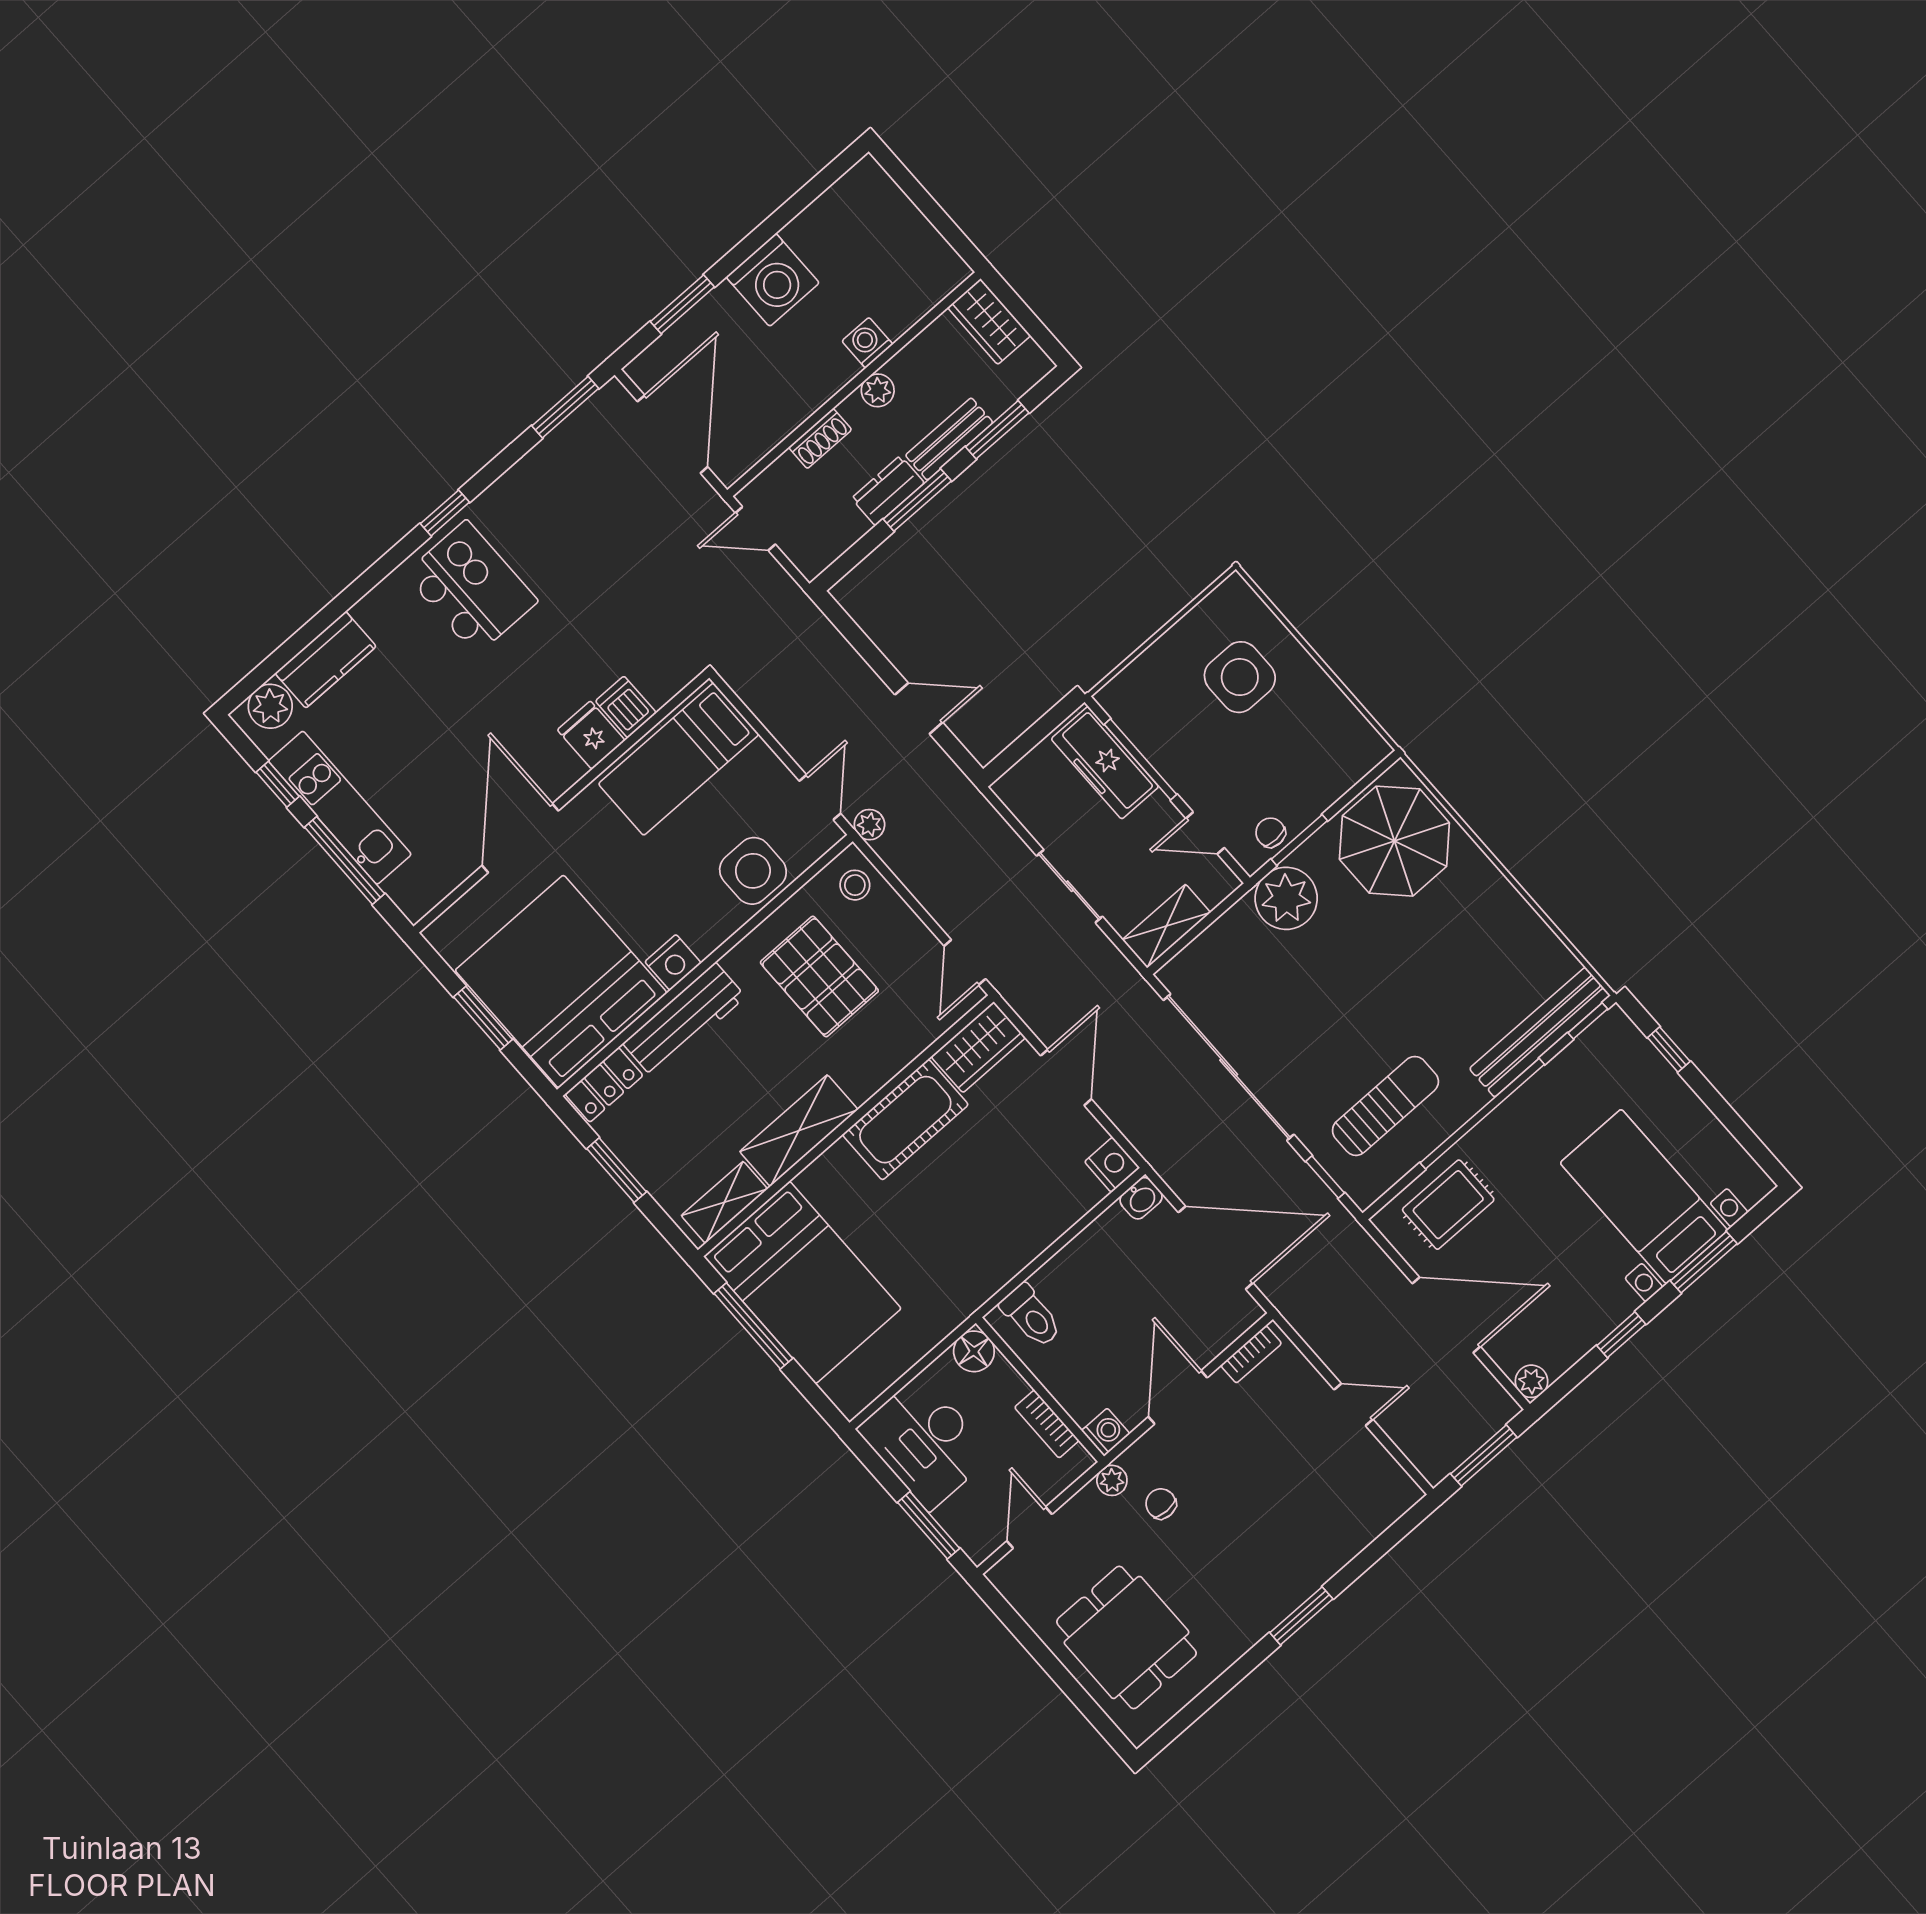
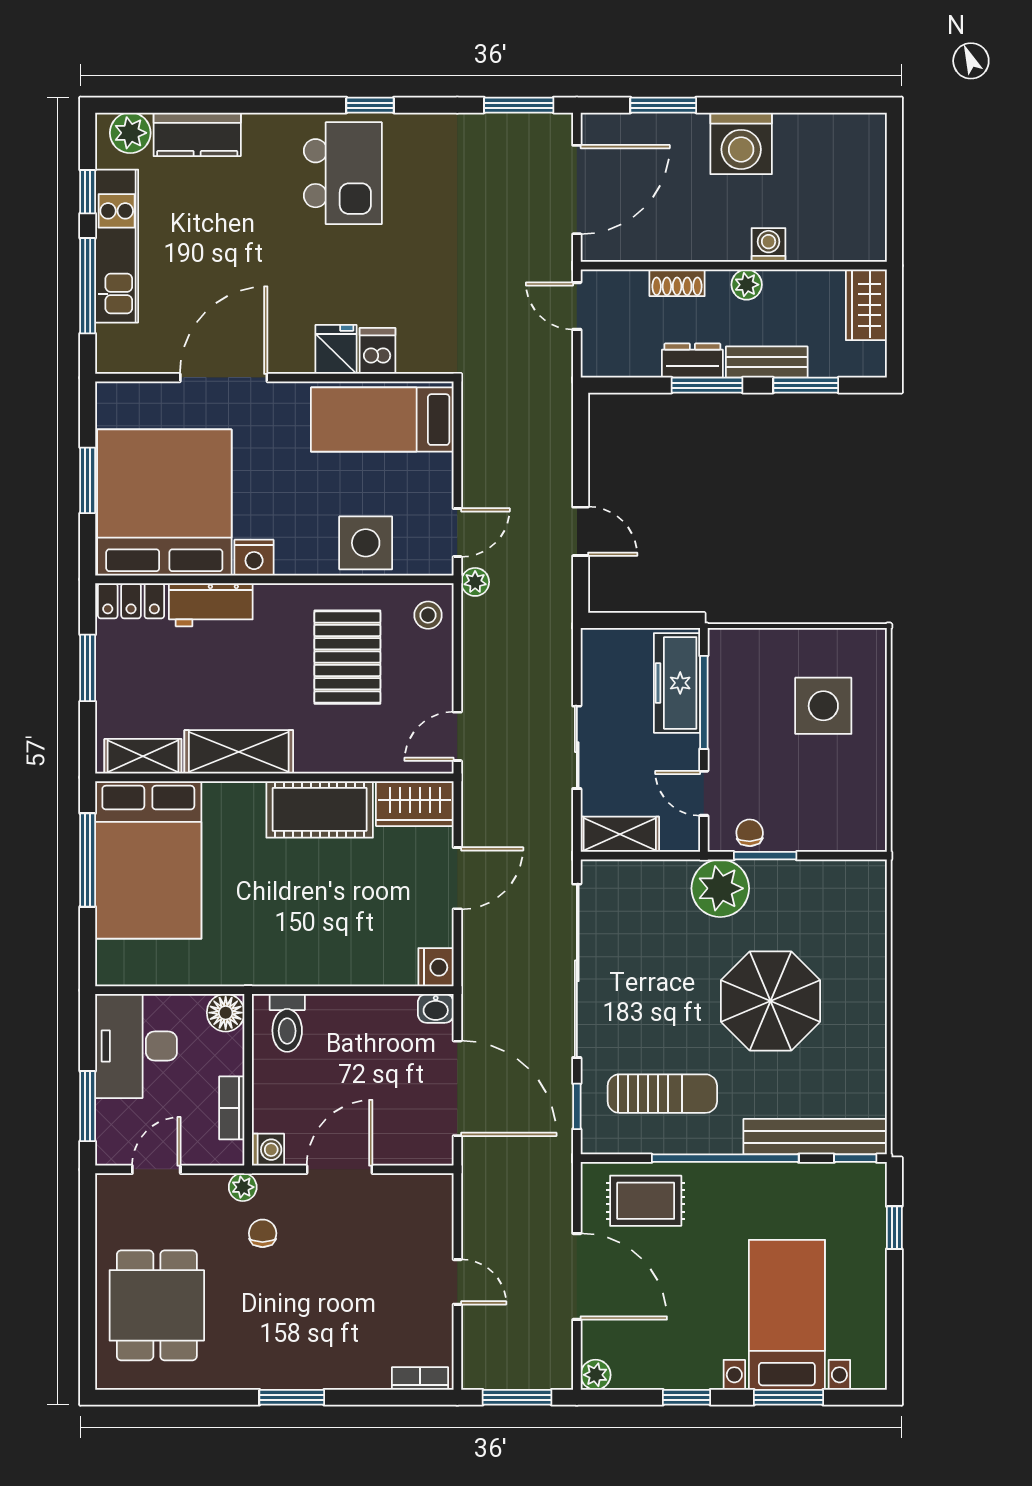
parasol: (1394, 841) -> (770, 1001), moved
workbench: (684, 1020) -> (211, 605), width x0.73
bookcase: (1251, 1354) -> (420, 1378), moved, turned 180

